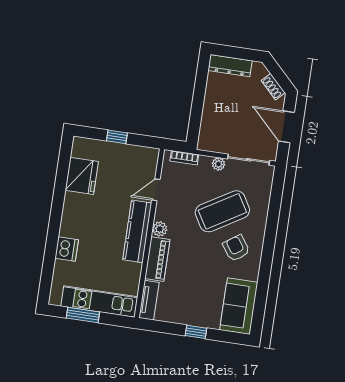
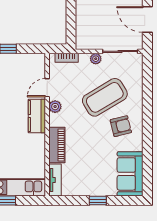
plant: (160, 229) -> (55, 107), moved
kitchen counter: (137, 231) -> (37, 116), width x0.67
armchair: (236, 248) -> (121, 126), turned 111

